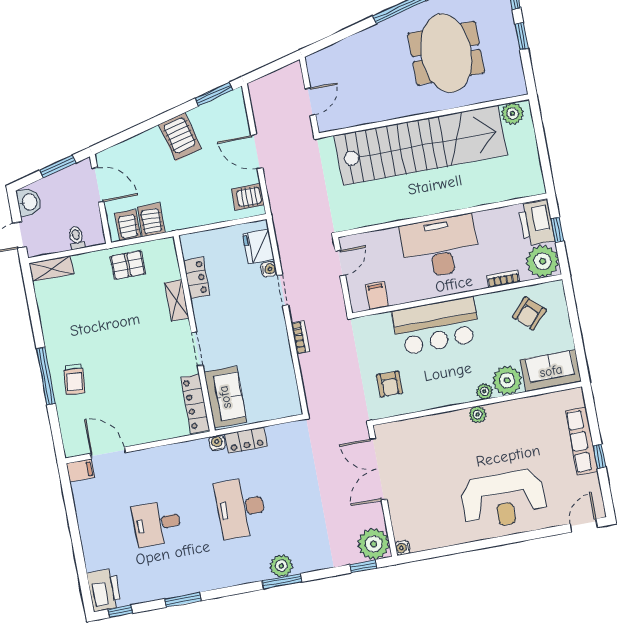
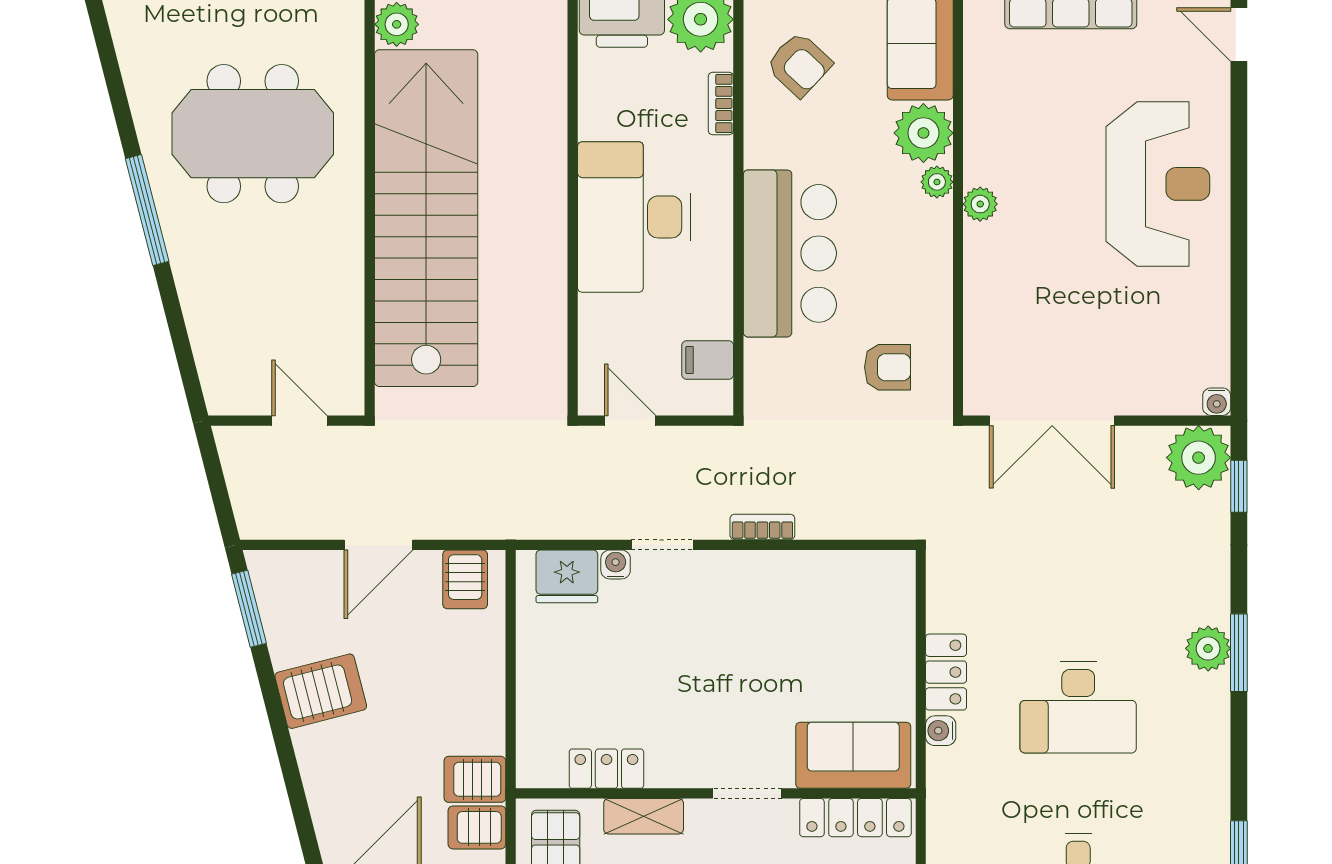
locker: (197, 278) -> (606, 769), moved
shelving: (177, 300) -> (644, 816), moved
wall: (194, 333) -> (716, 793), moved
doorway: (197, 349) -> (747, 793), moved
sofa: (225, 397) -> (853, 755), moved
locker: (195, 404) -> (855, 818), moved

